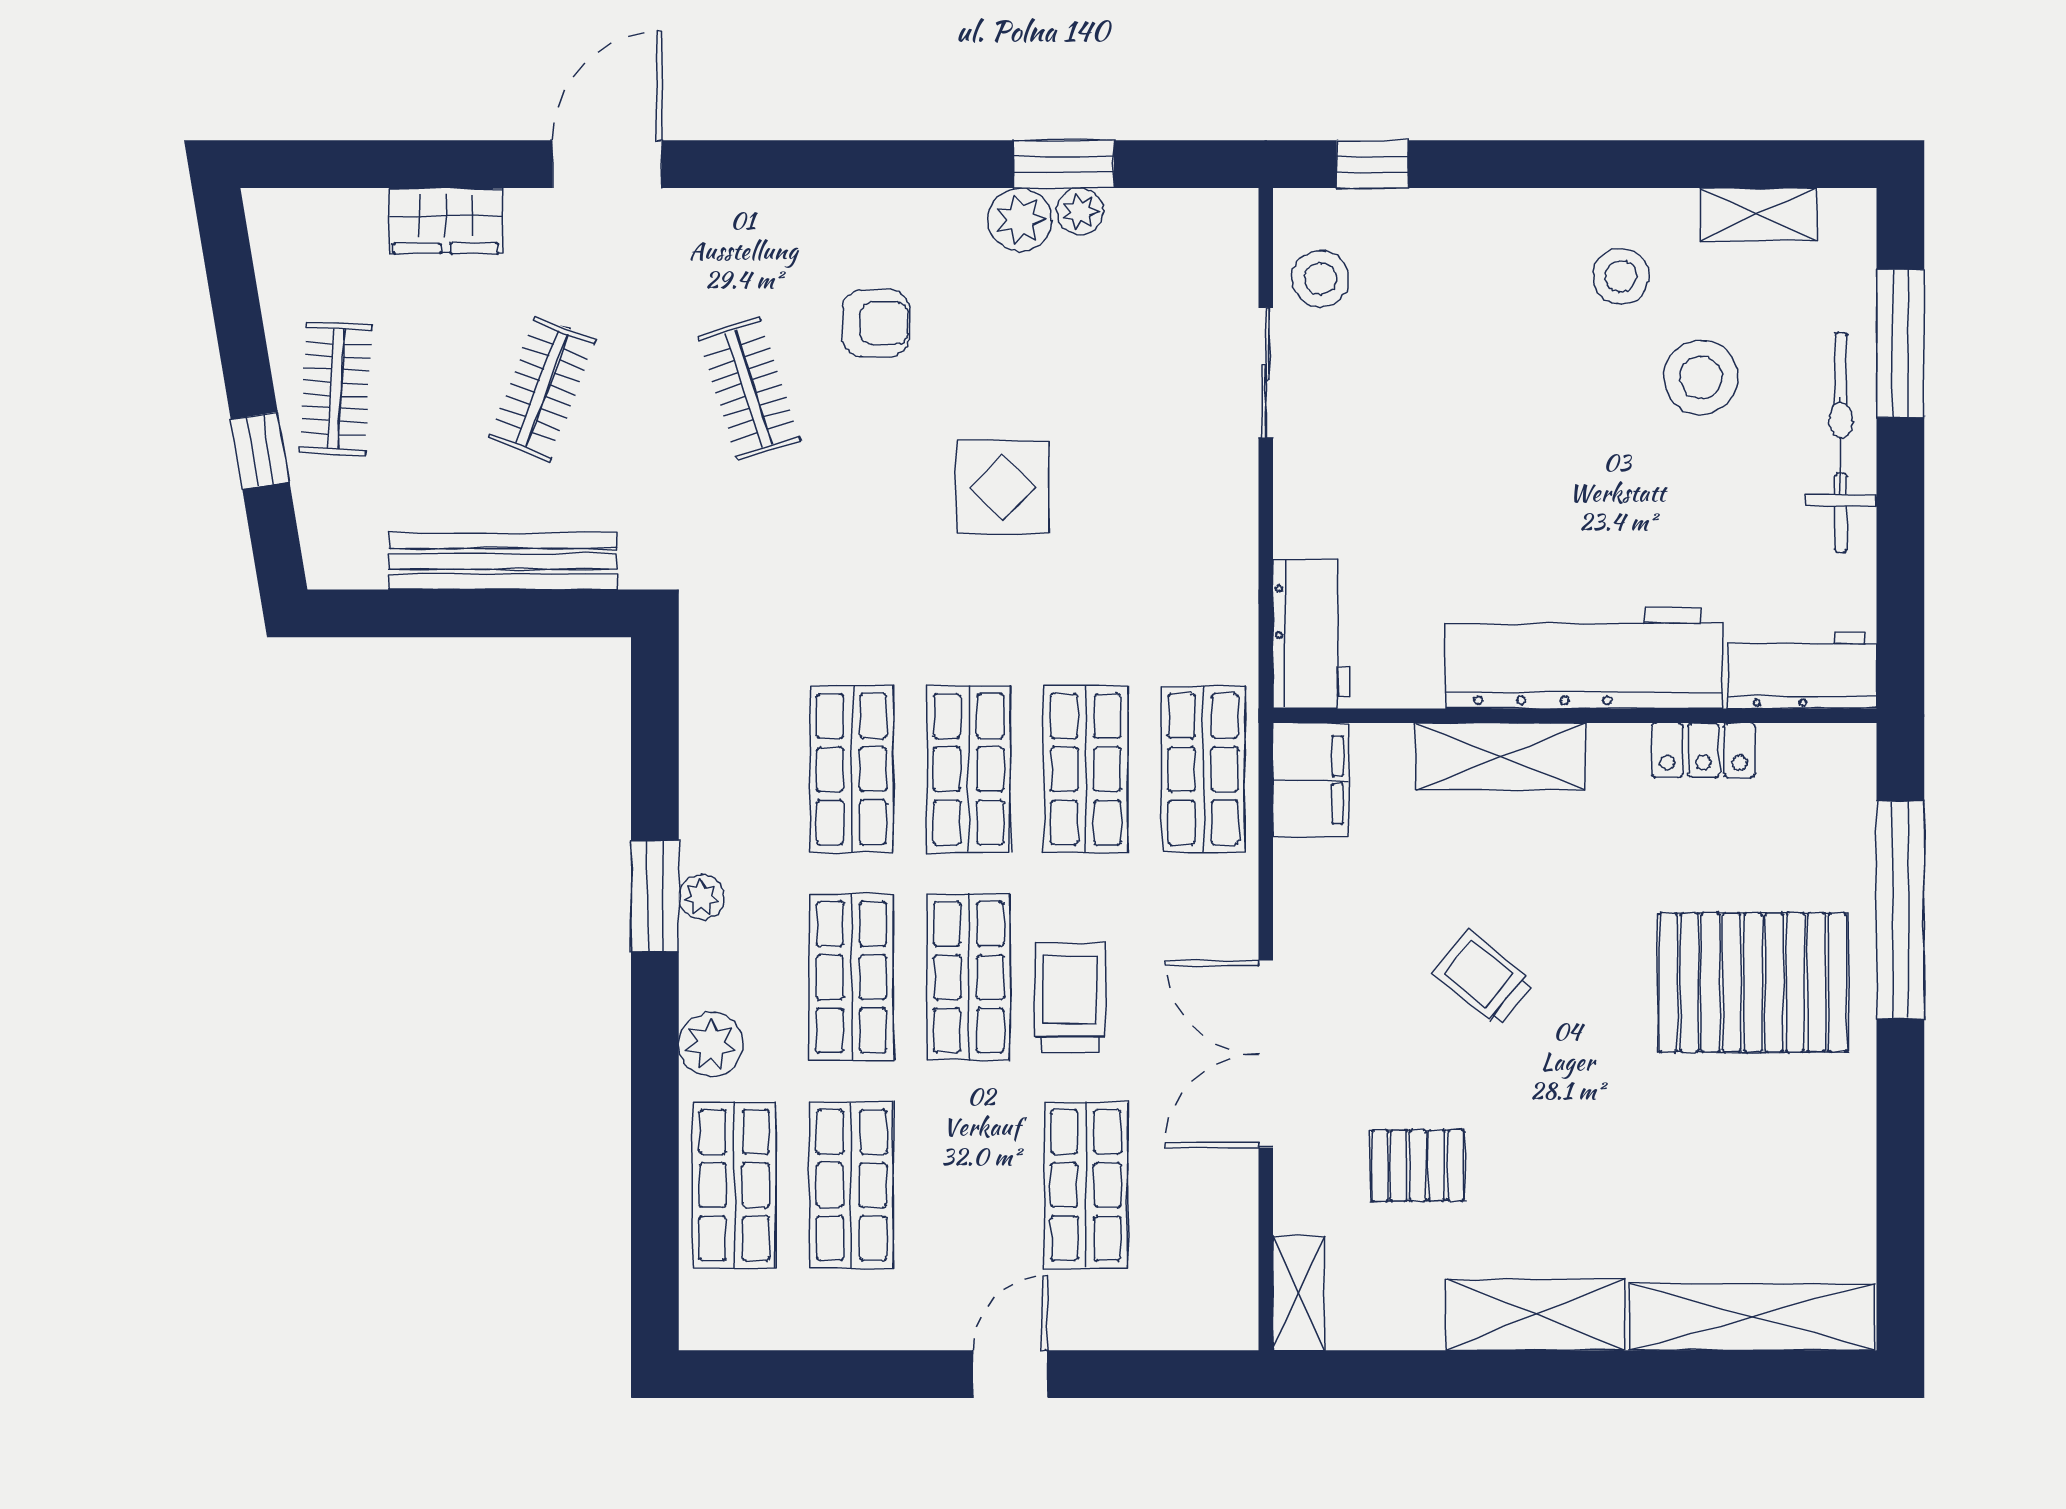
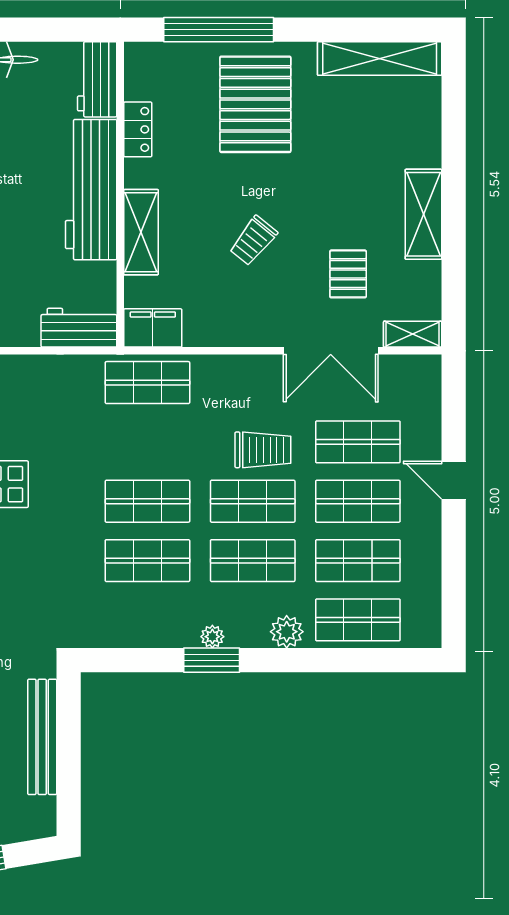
shop shelf: (1086, 769) -> (358, 501), moved
trolley: (1070, 997) -> (263, 450), turned 180
double door: (1266, 1054) -> (331, 351), moved
shelving: (1752, 1317) -> (380, 59), moved, turned 90

